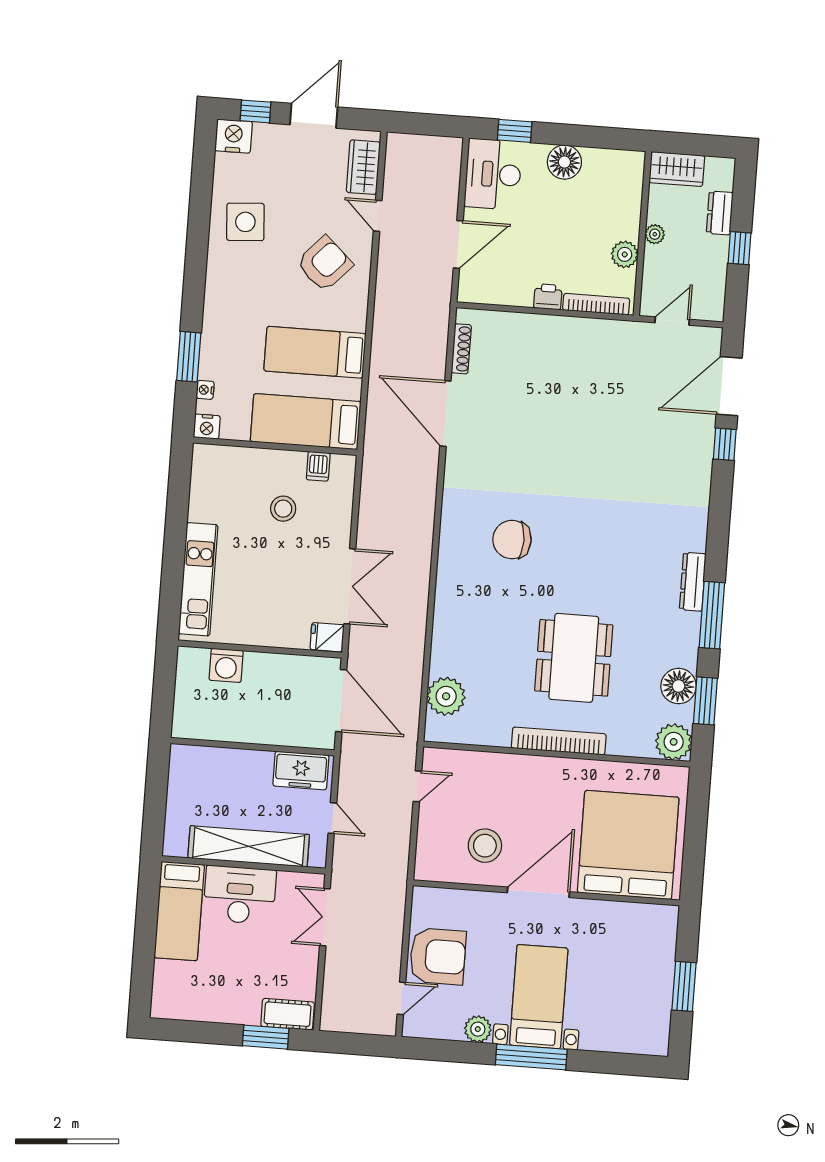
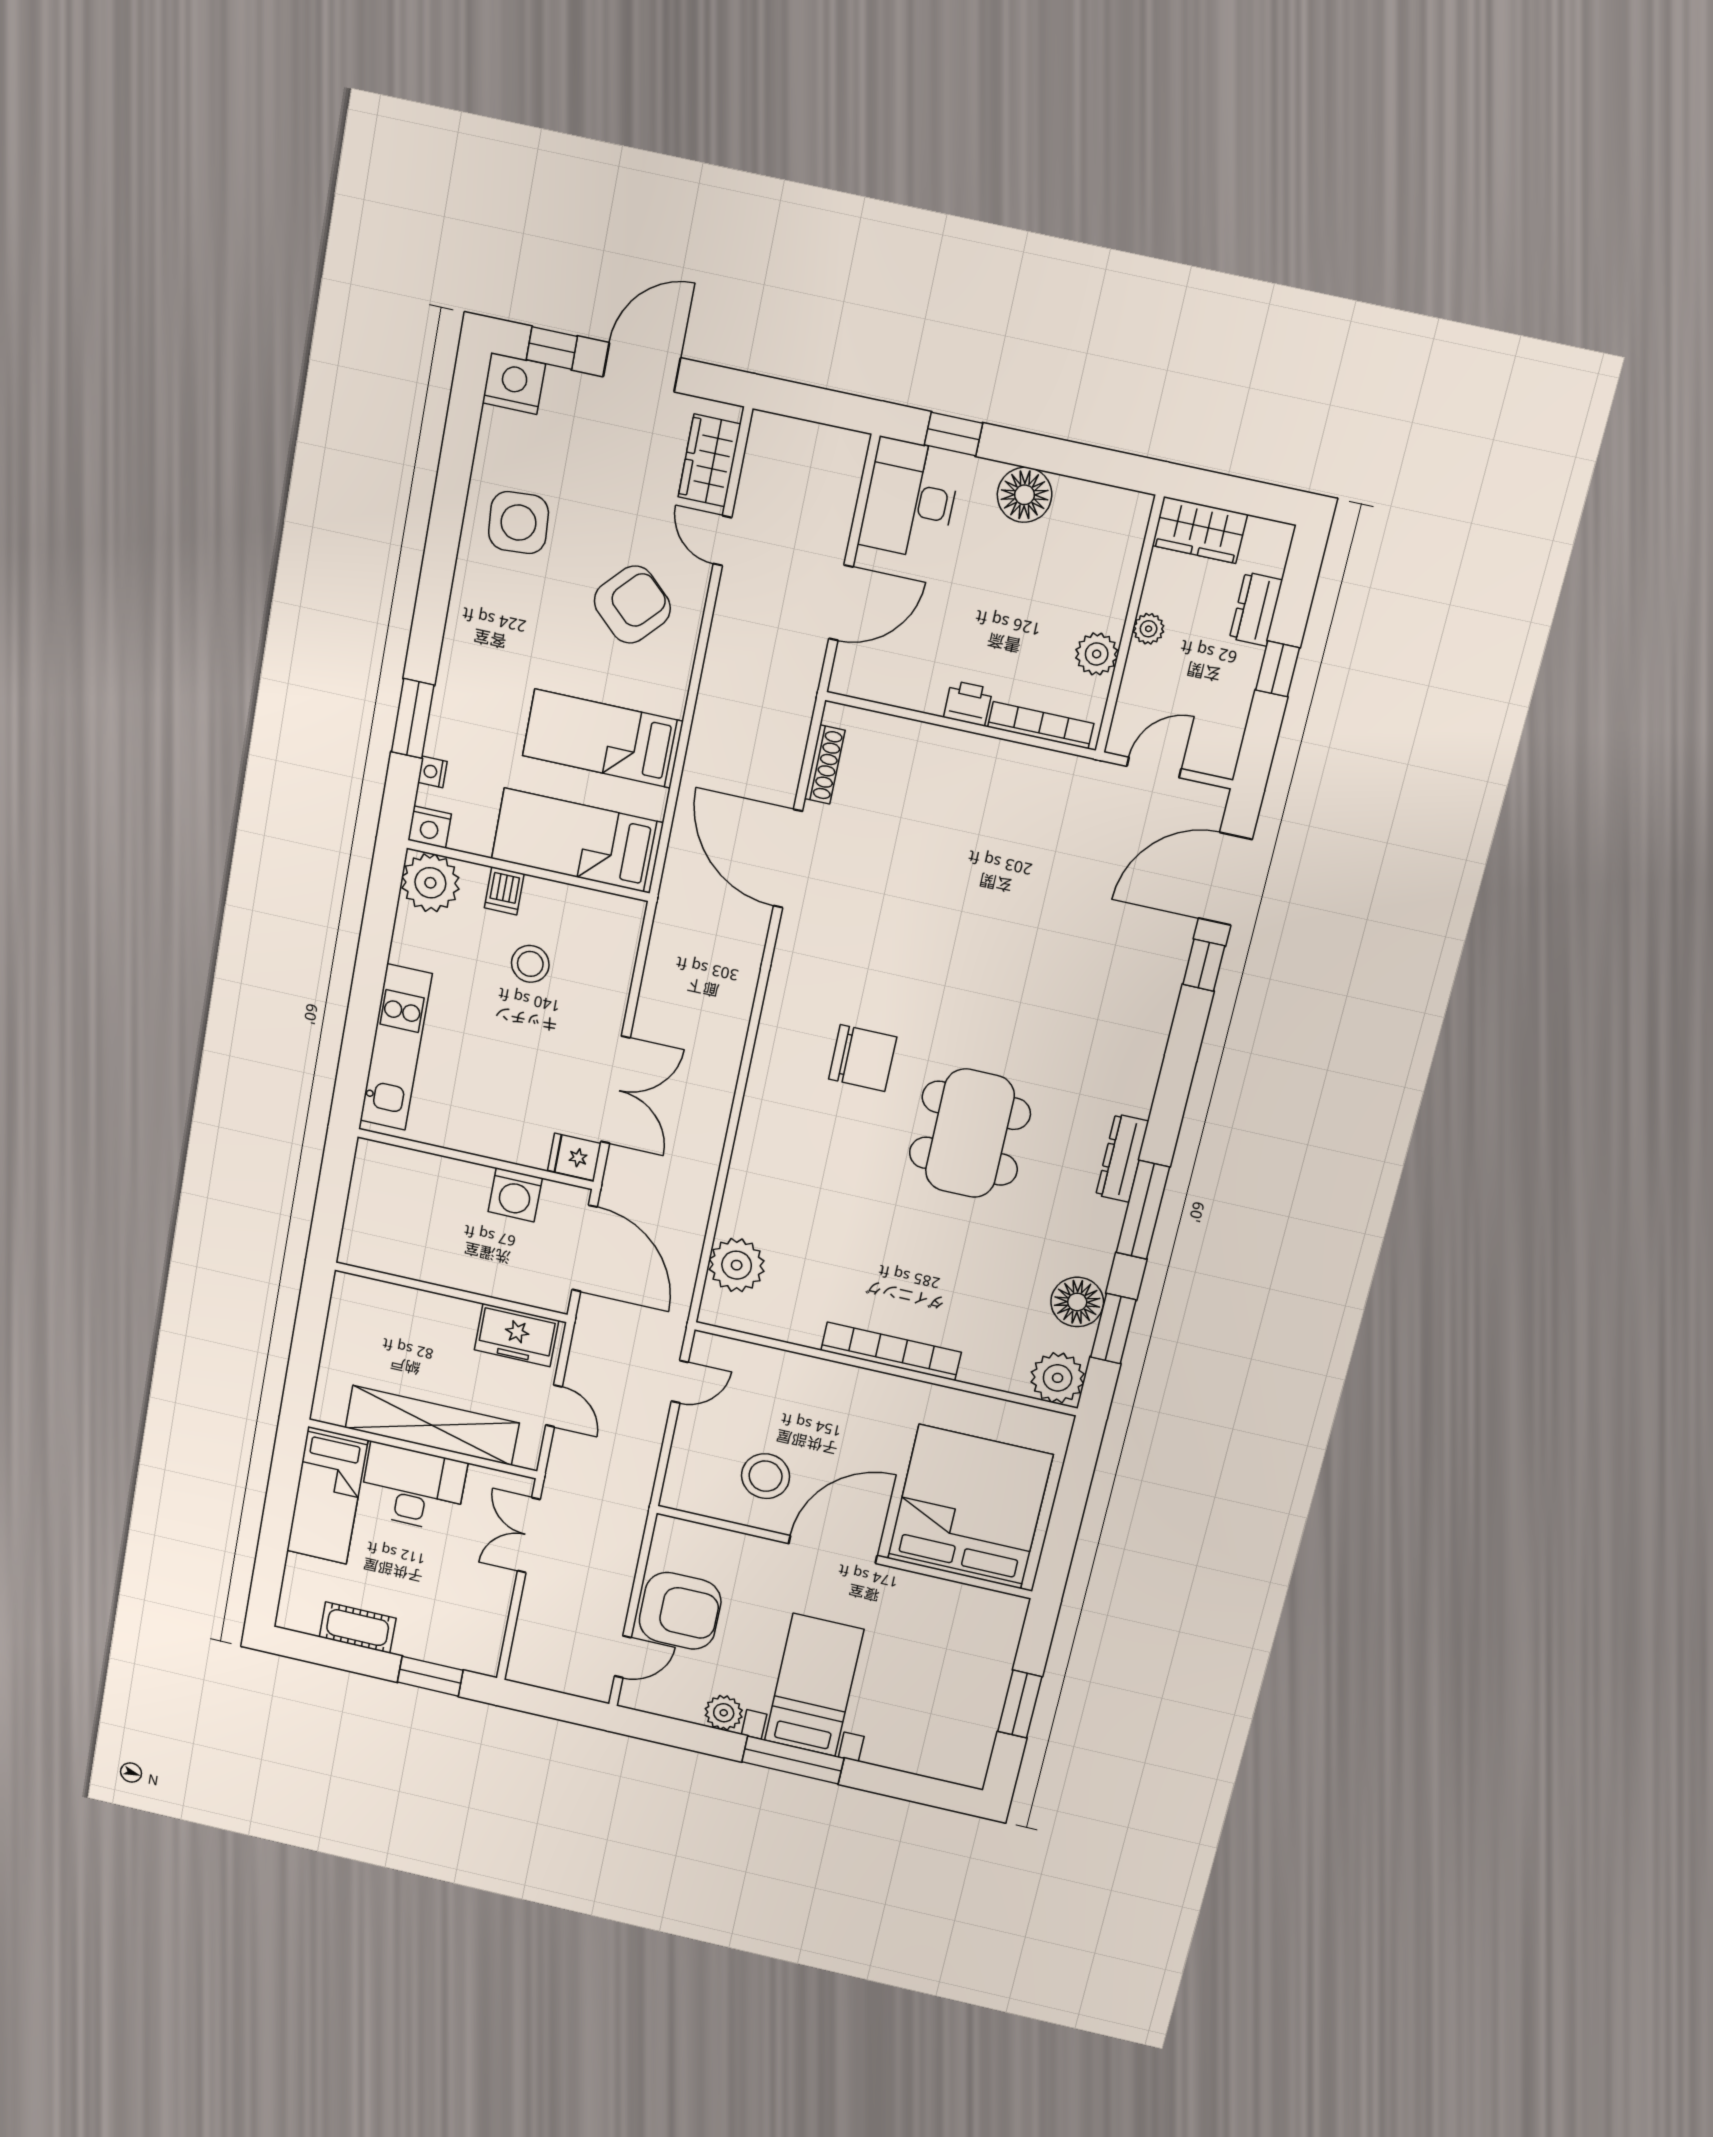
plant: (211, 464) -> (430, 883), added
dishwasher: (318, 466) -> (504, 891), moved
chair: (512, 540) -> (863, 1058), turned 180
dining table: (574, 658) -> (970, 1133), moved
washing machine: (226, 665) -> (515, 1195), moved
cot: (288, 1014) -> (358, 1628), moved

